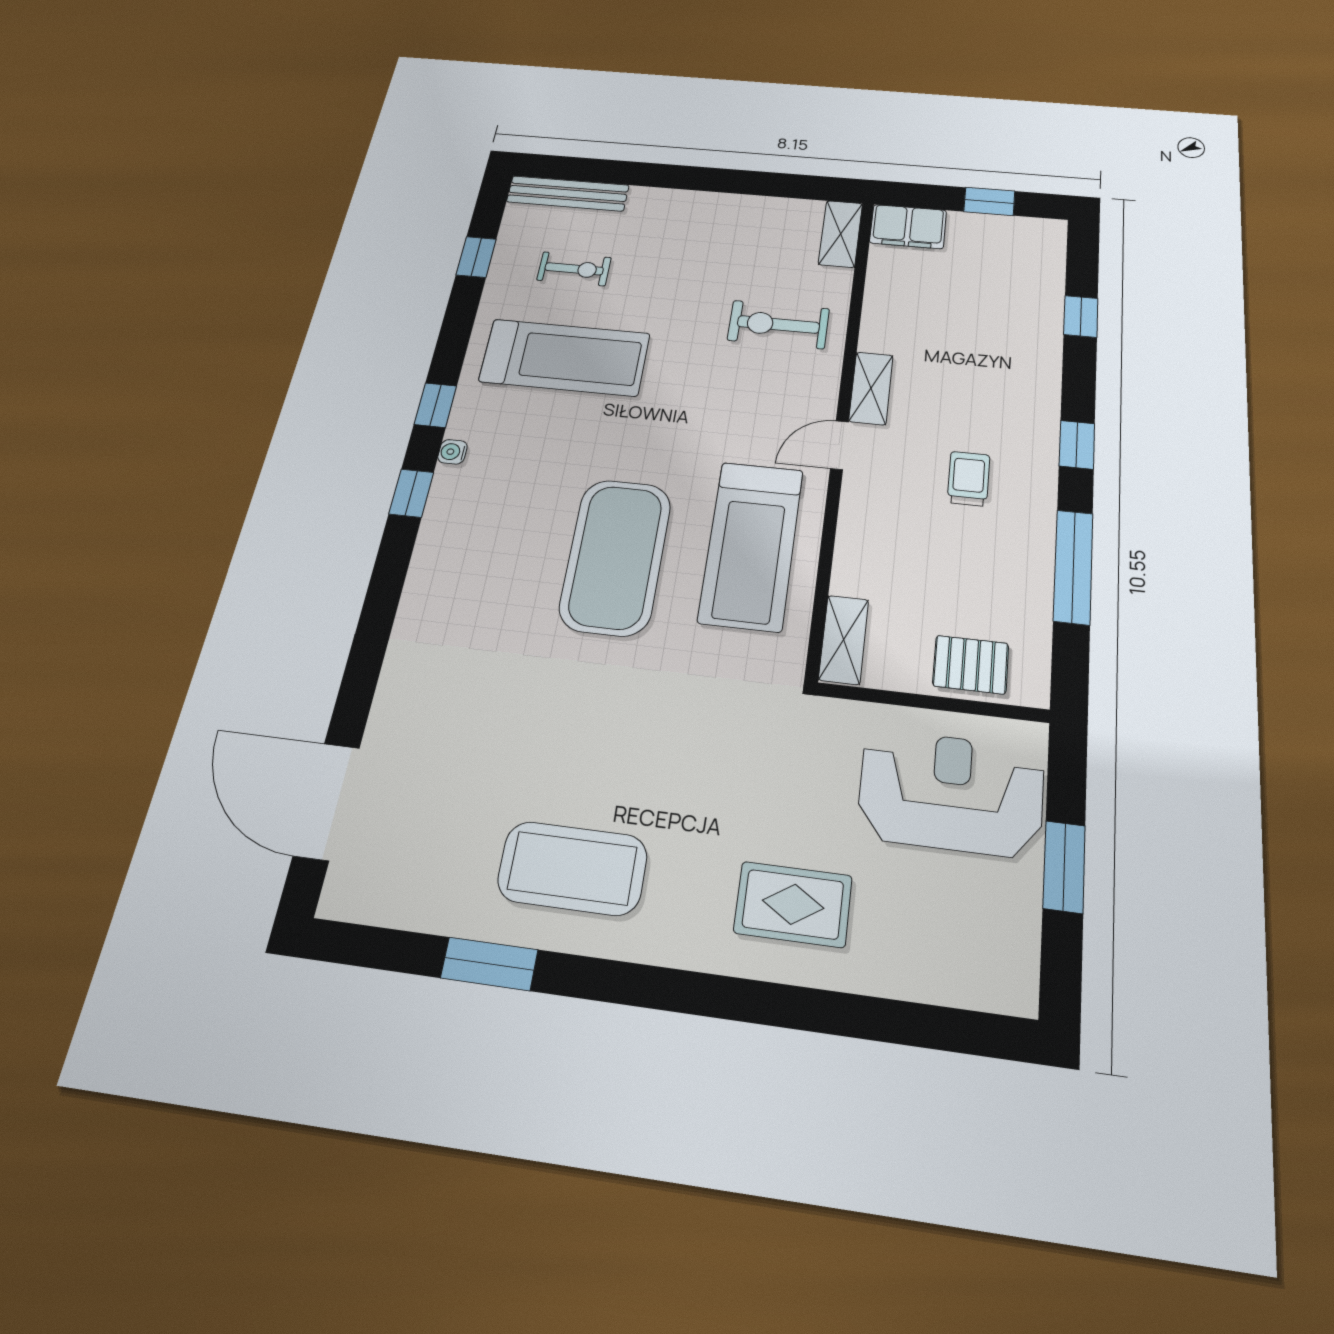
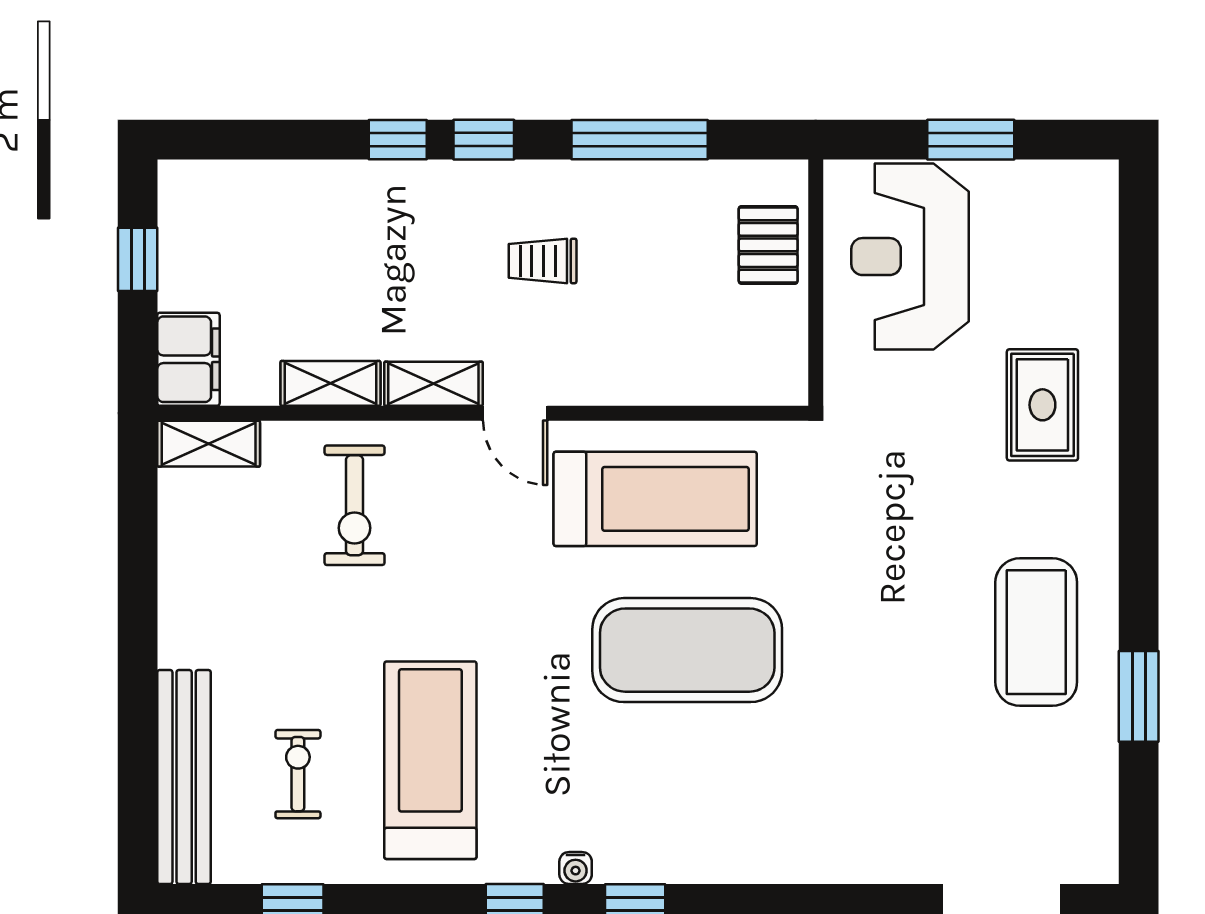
bench: (568, 193) -> (184, 777), width x1.37, depth x1.21
window: (1081, 316) -> (398, 140), moved
shelving: (844, 640) -> (330, 383), moved

